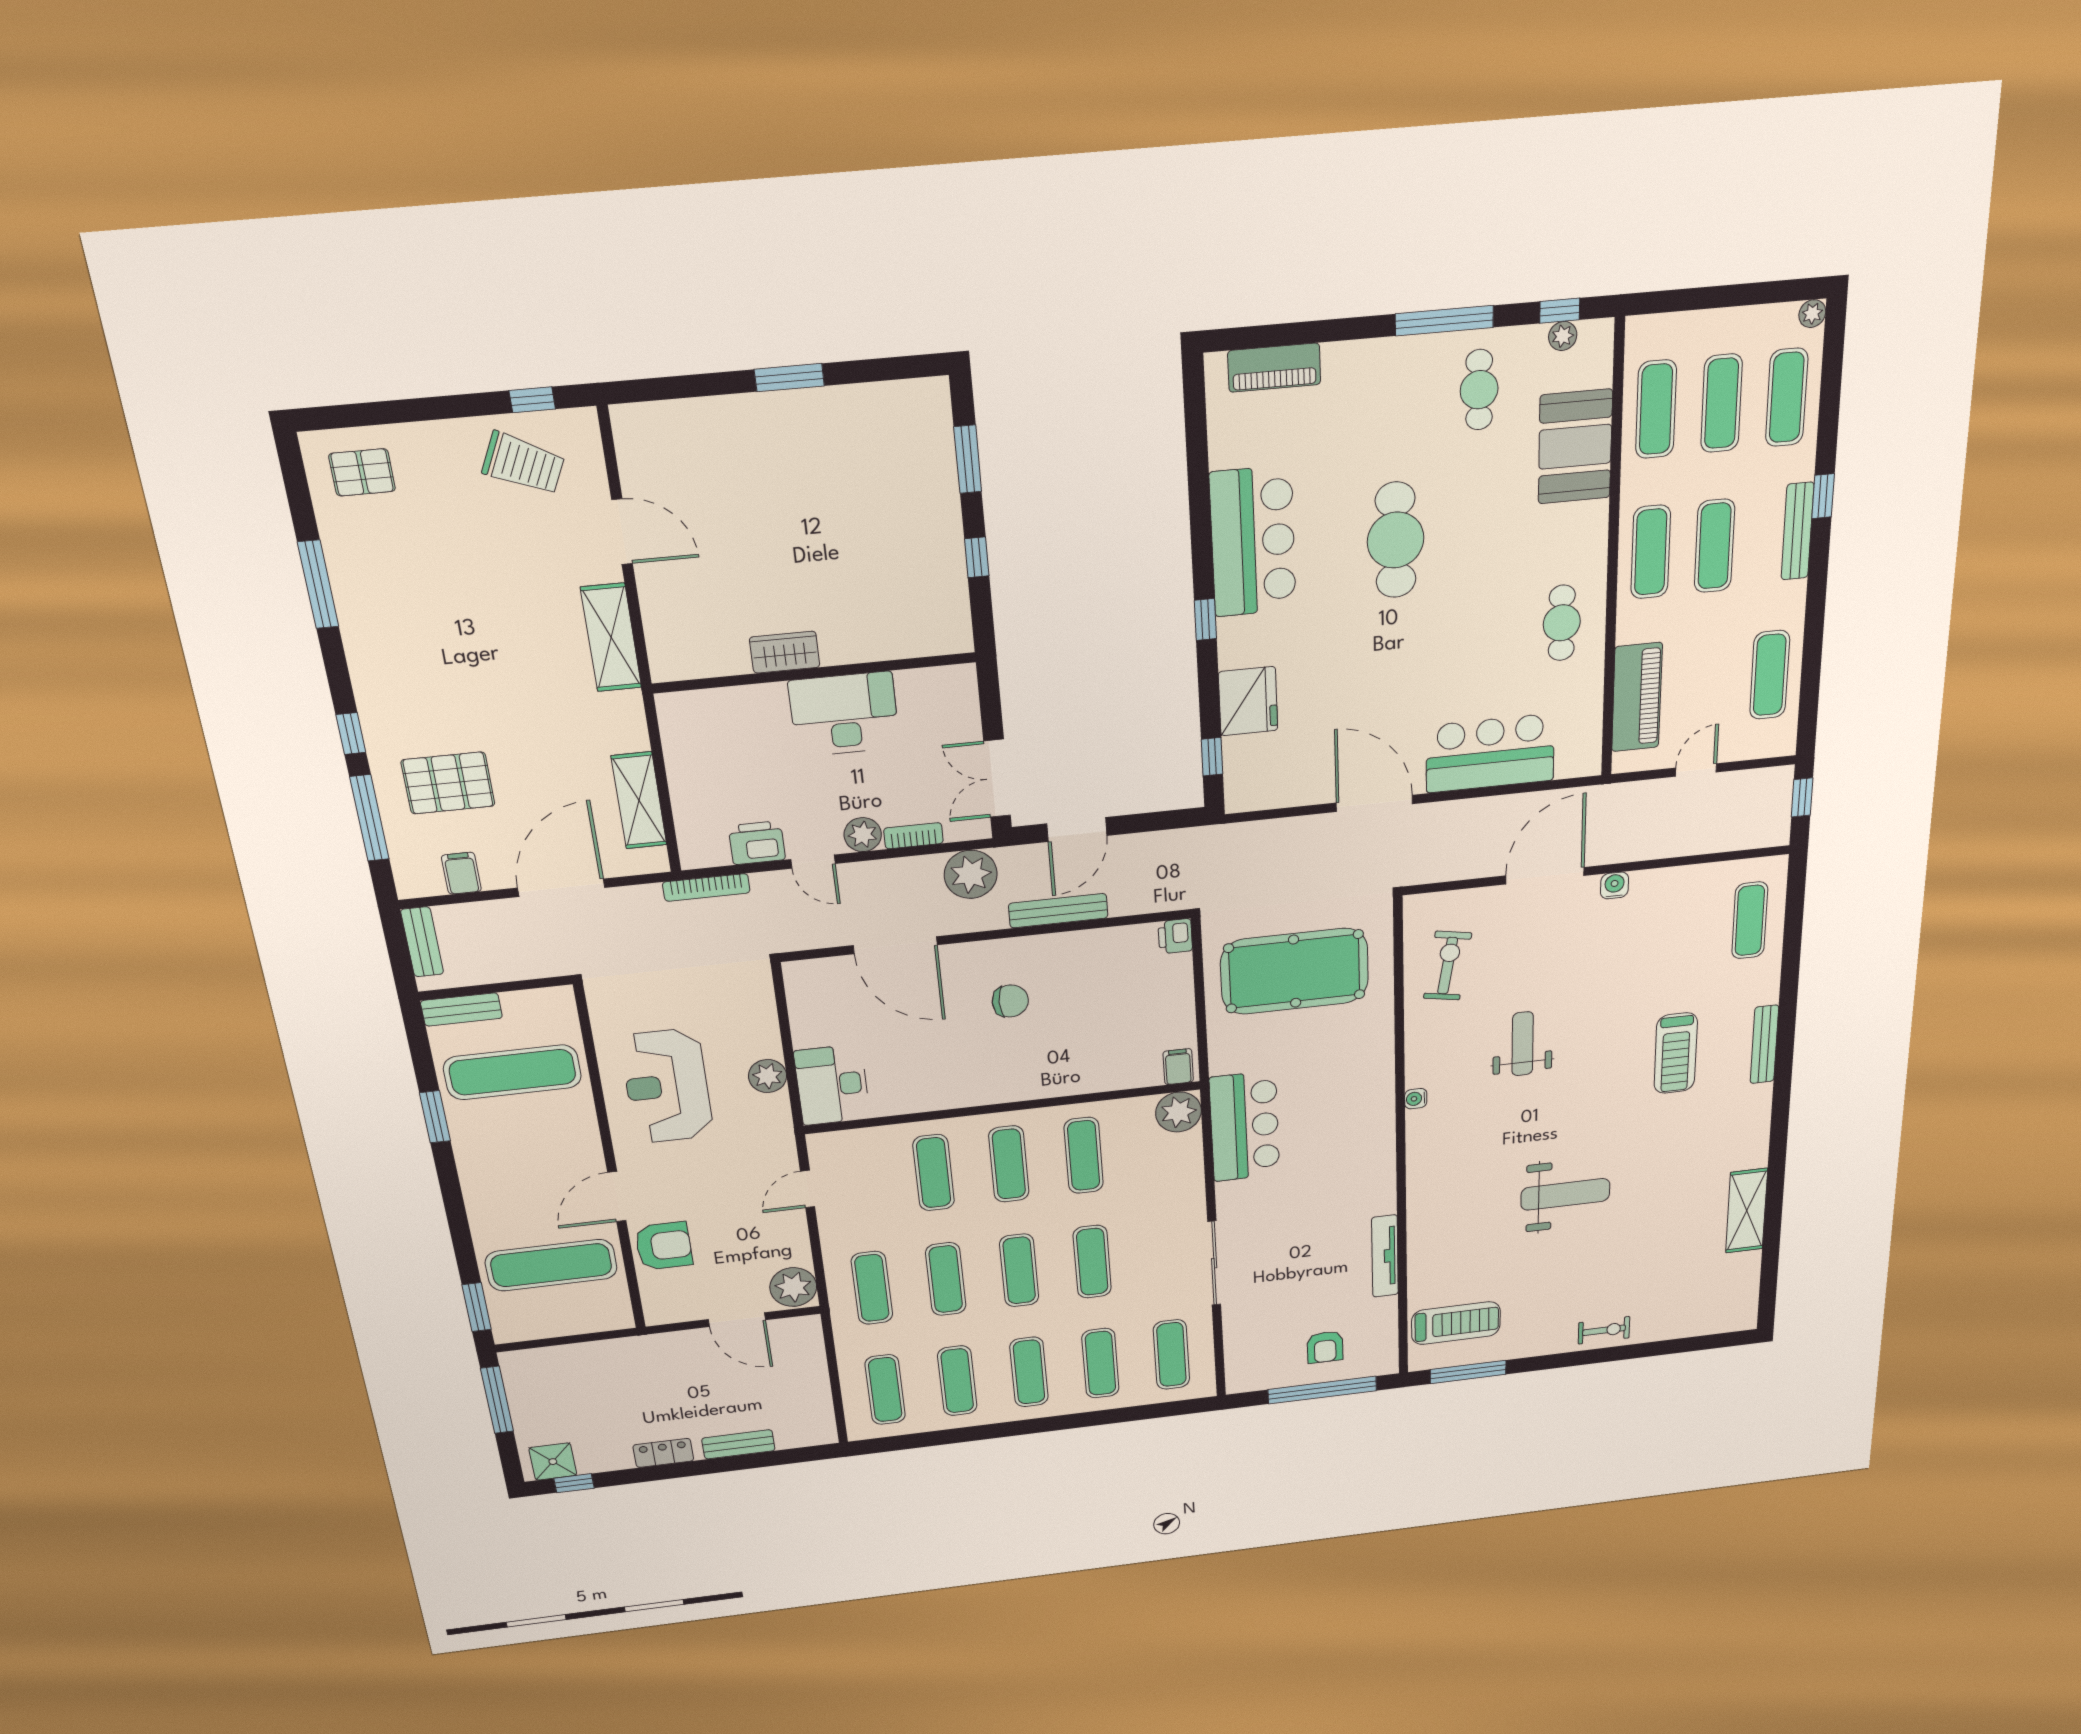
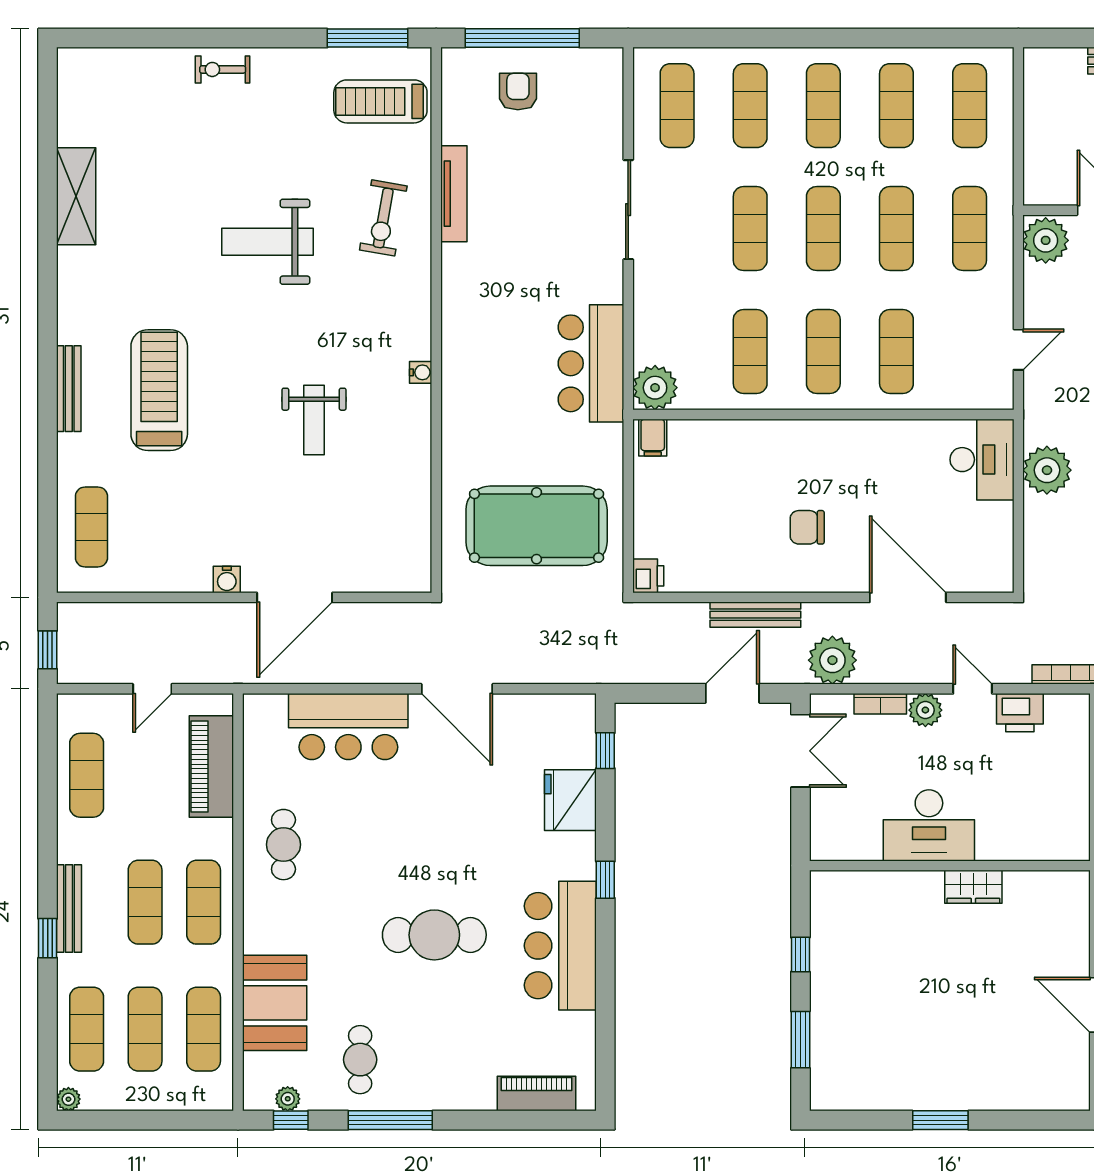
cafe table: (1396, 540) -> (434, 935), turned 90
exercise bike: (1448, 966) -> (383, 218), moved
treadmill: (1676, 1053) -> (159, 390), width x1.37, depth x1.38
plant: (768, 1076) -> (1047, 470), width x1.36, depth x1.36

